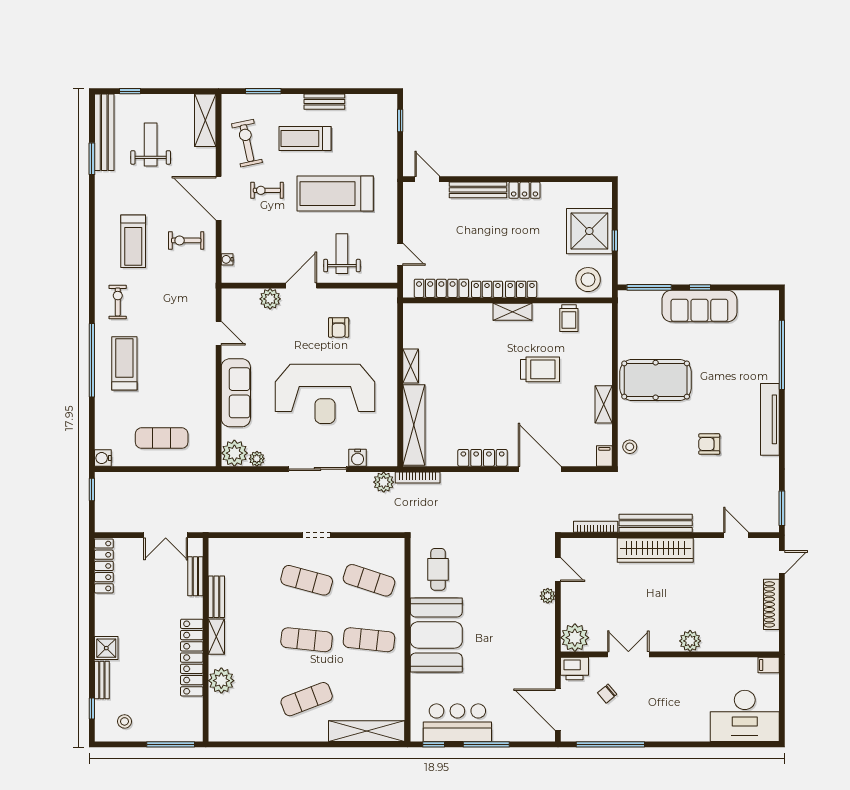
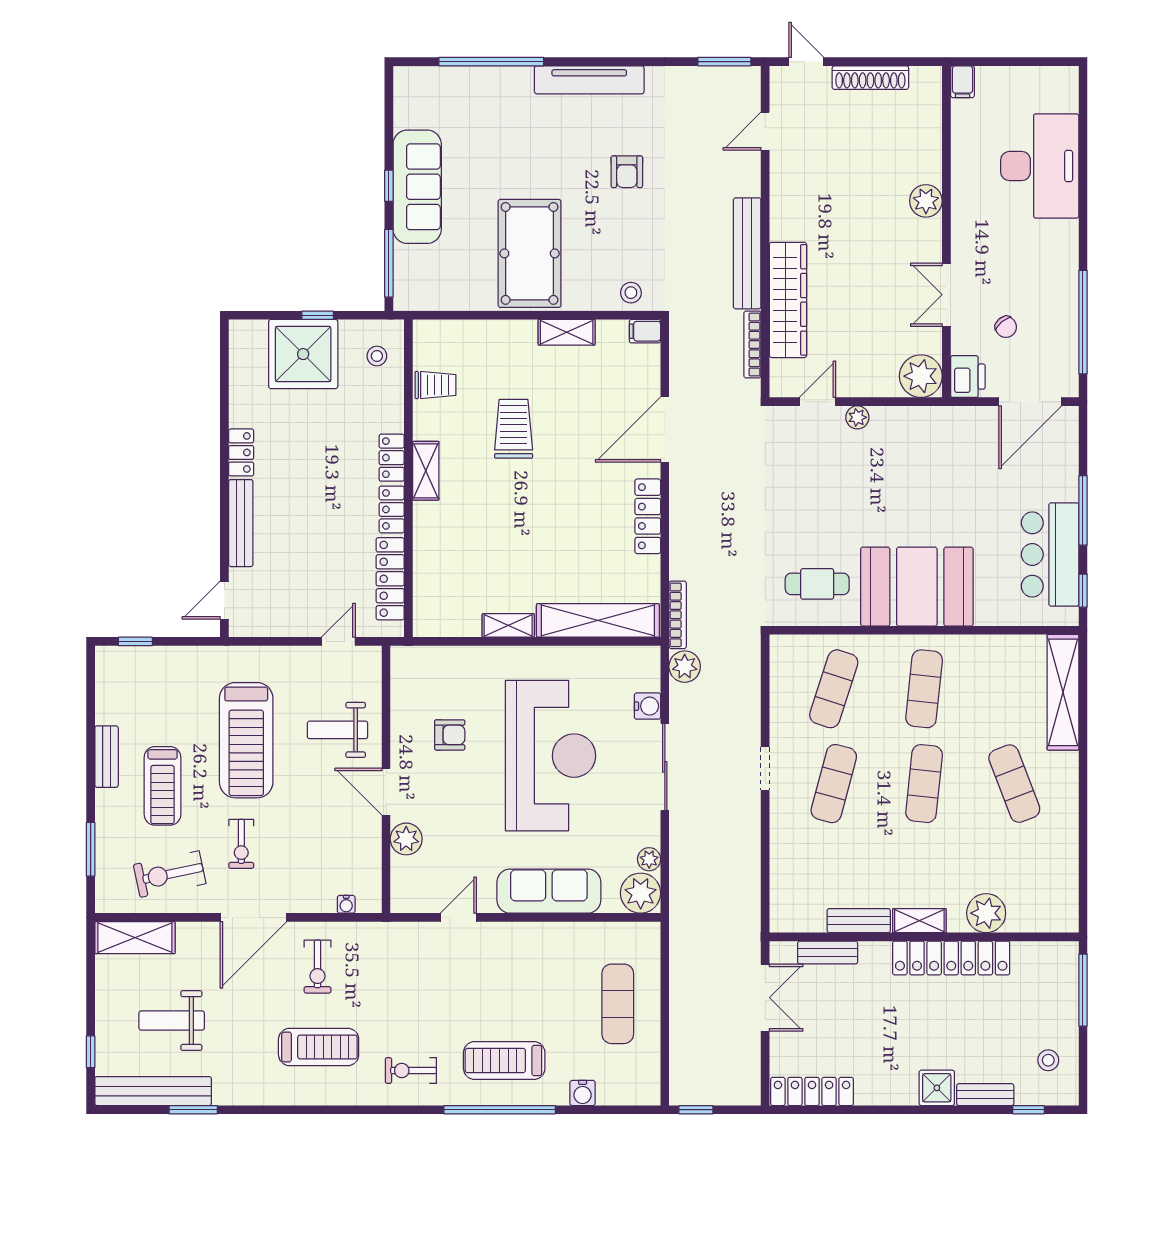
stool: (588, 280) -> (377, 356), width x0.53, depth x0.53
water cooler: (103, 458) -> (583, 1093), moved
wardrobe: (655, 550) -> (788, 300), moved
desk: (745, 716) -> (1040, 166), moved

